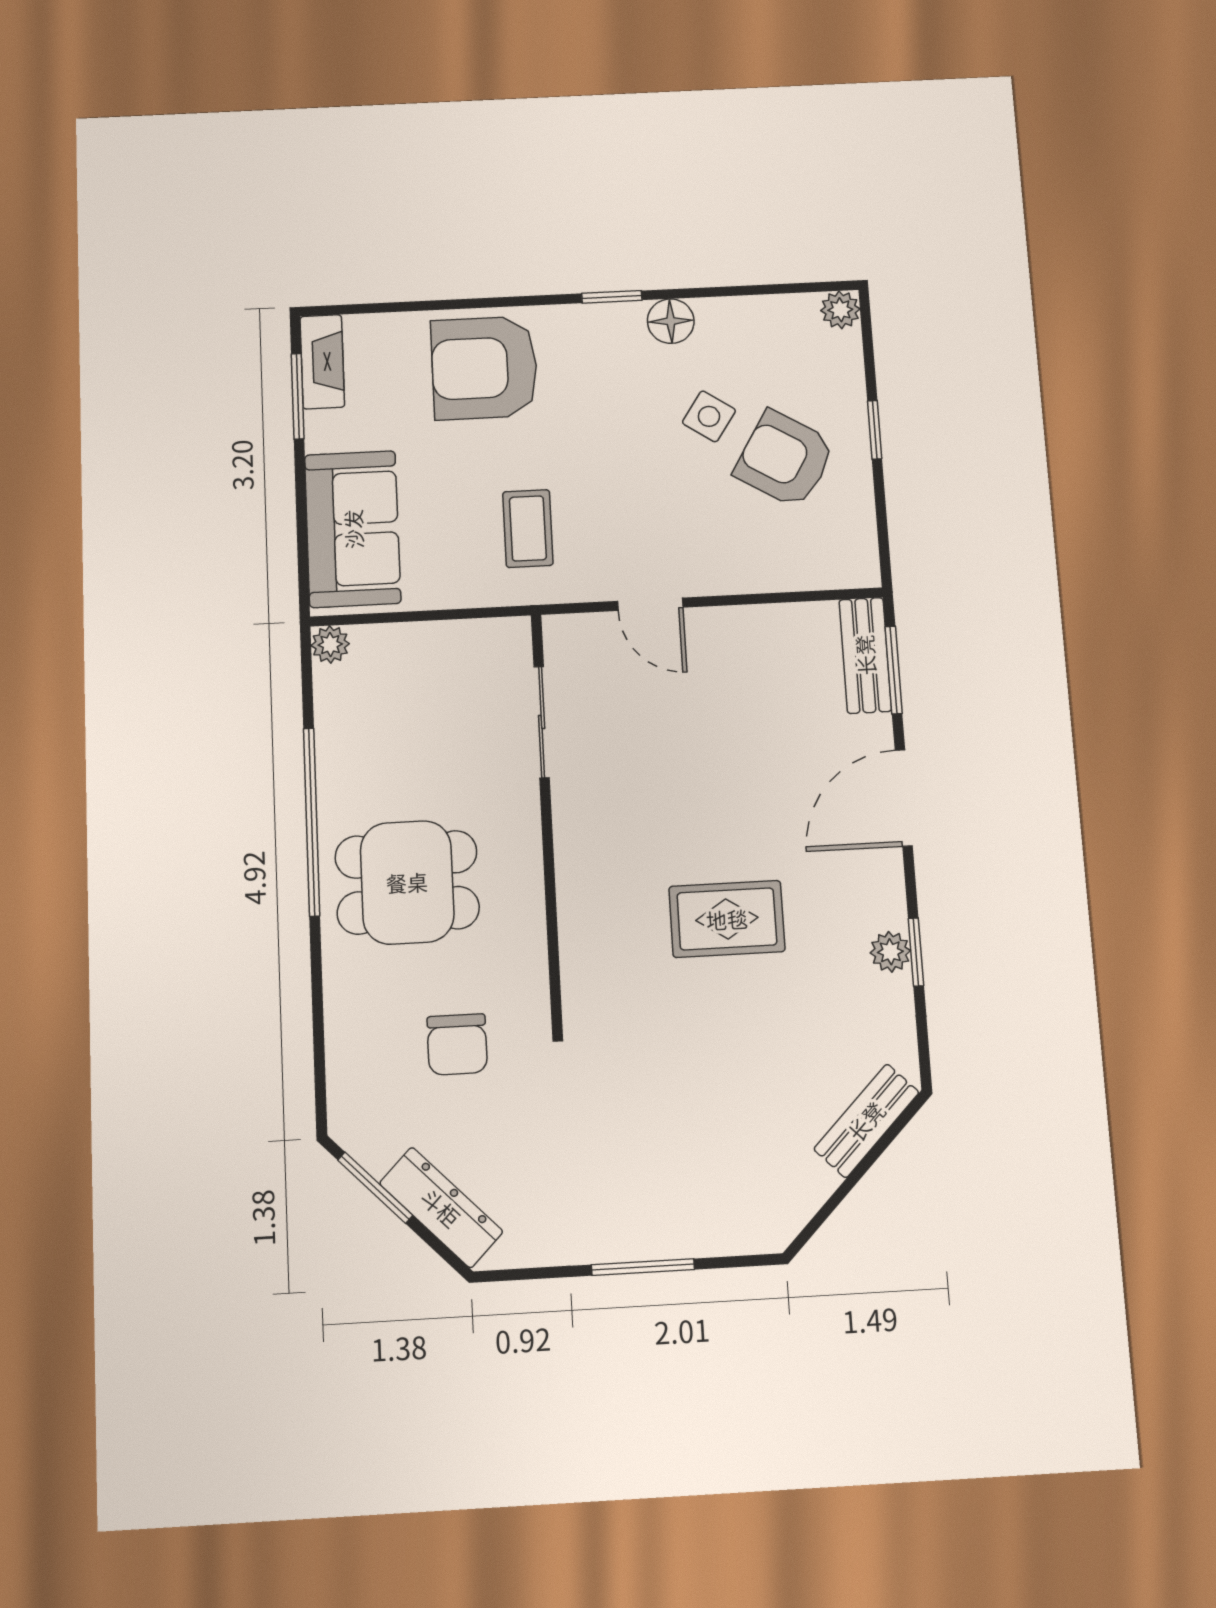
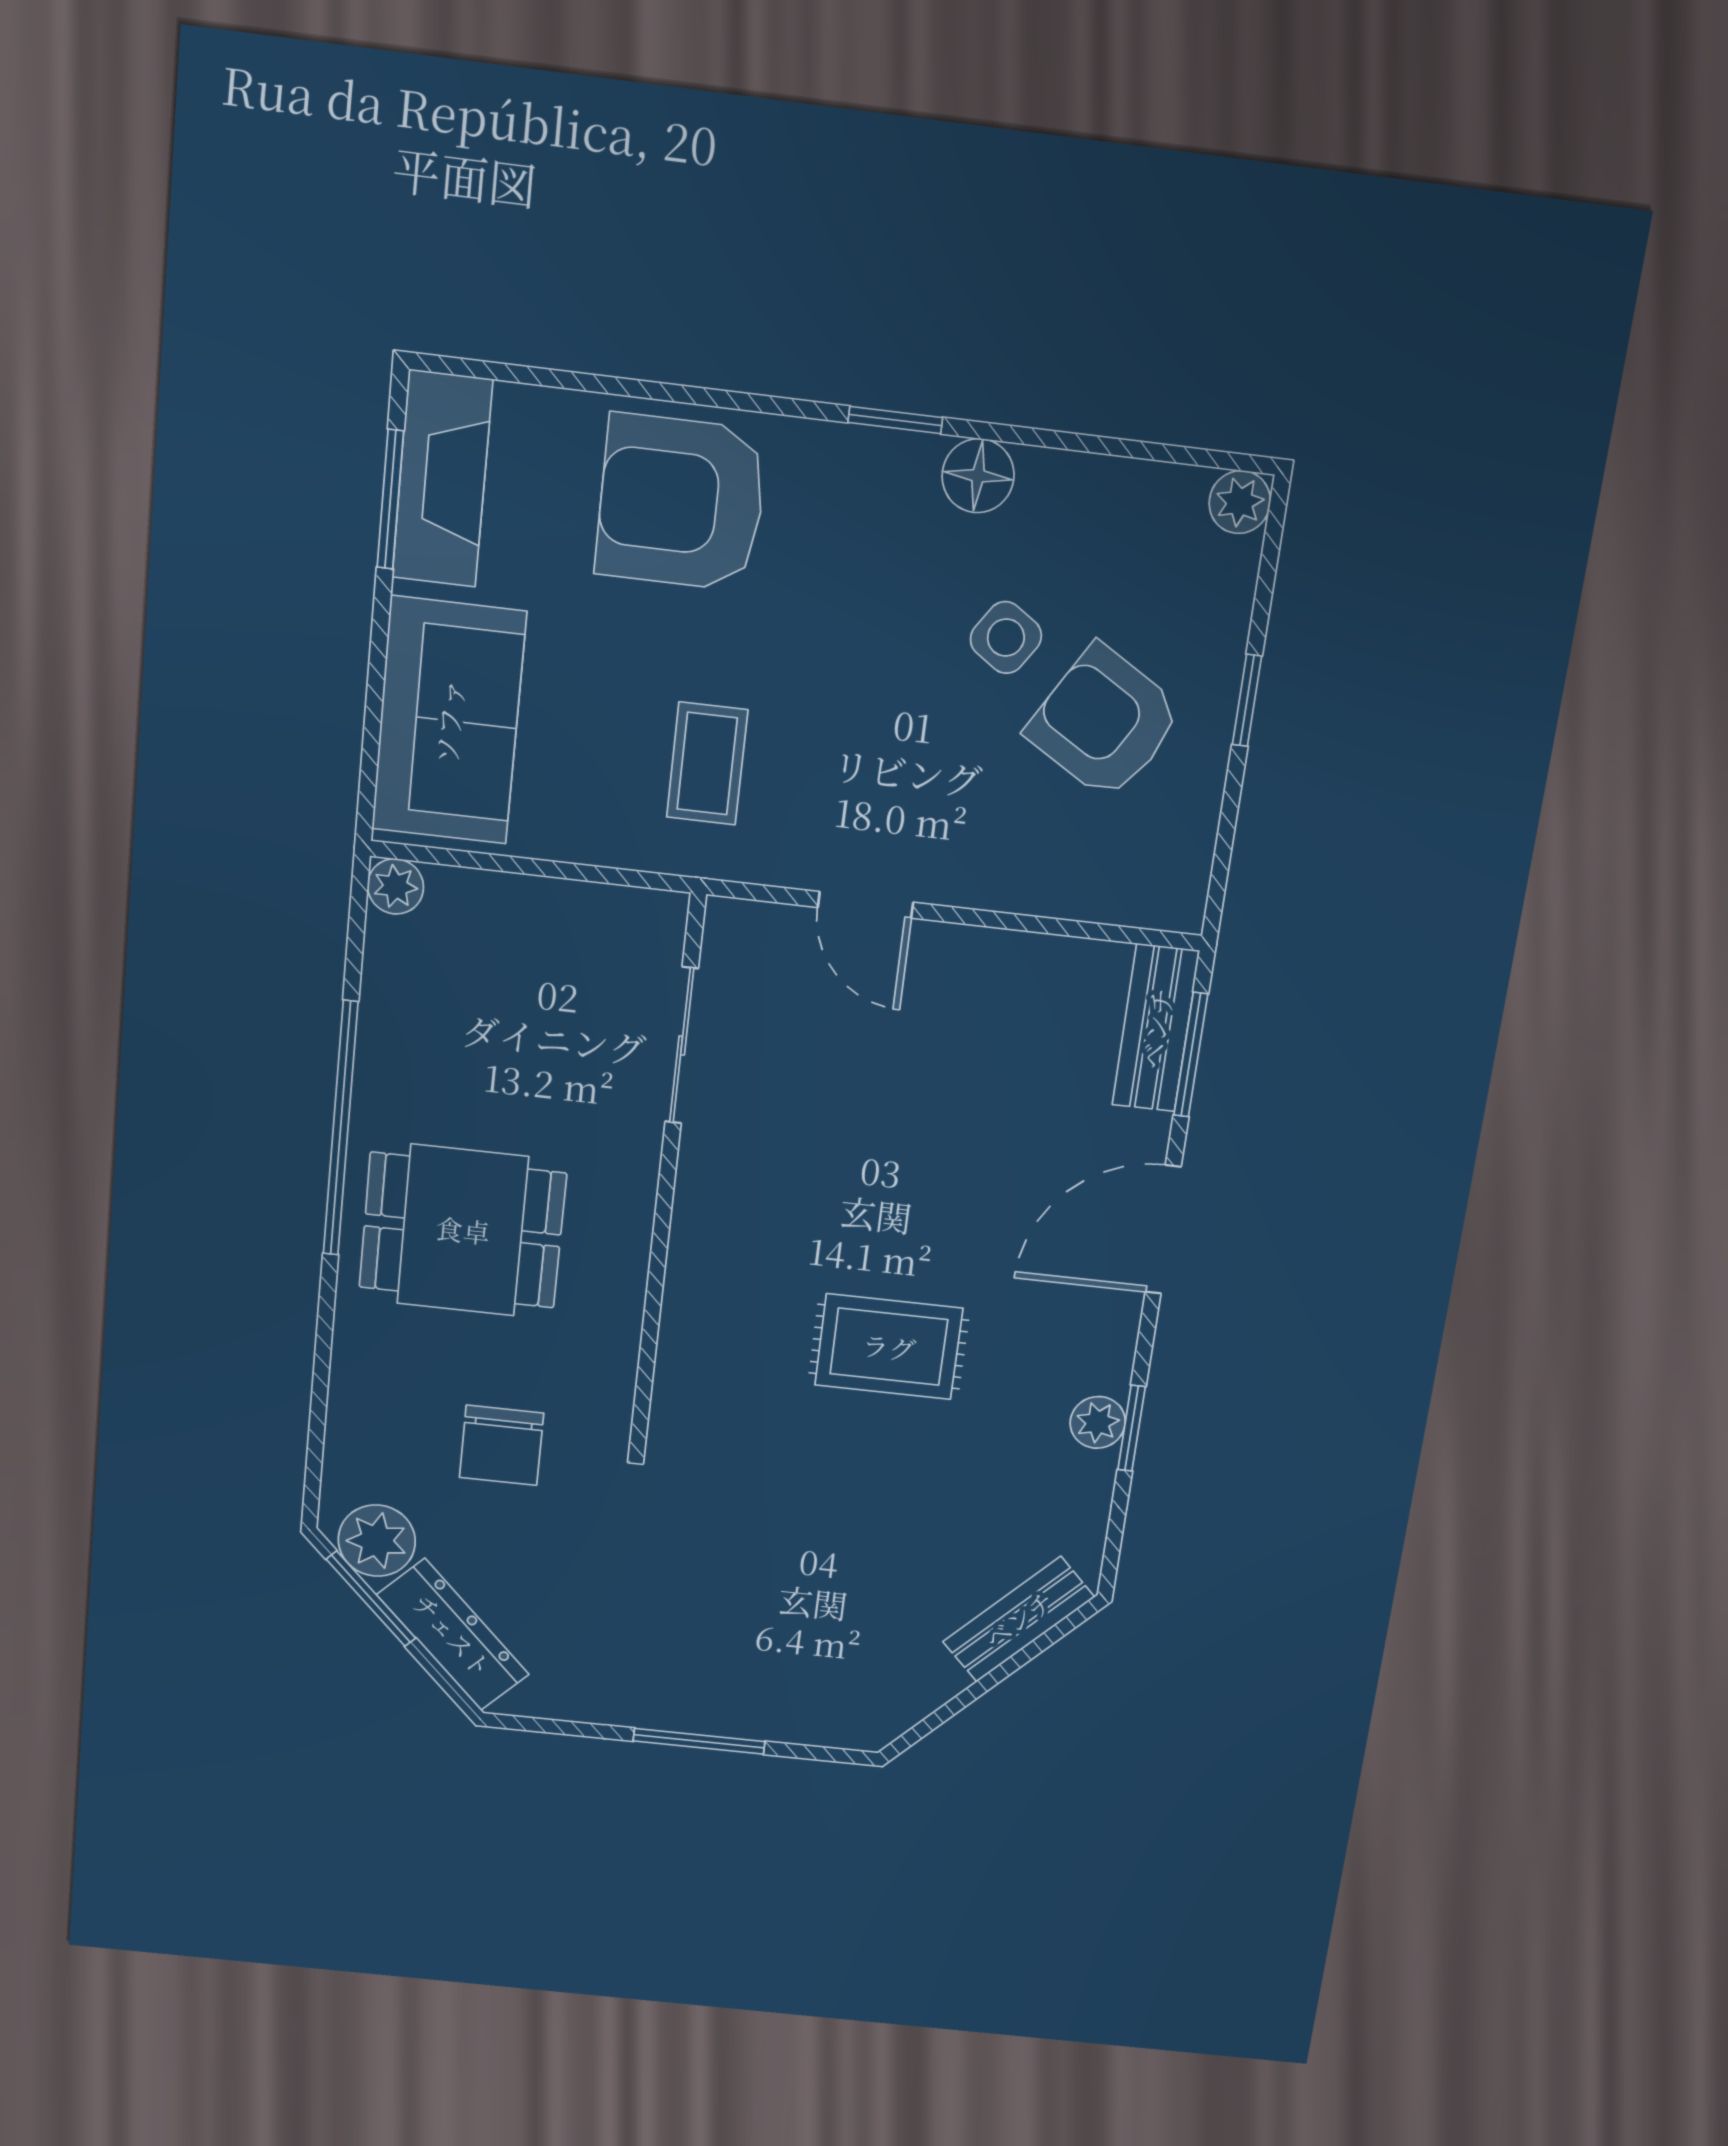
fireplace: (322, 362) -> (442, 479), width x1.37, depth x1.32
plant: (374, 1138) -> (377, 1541), added

